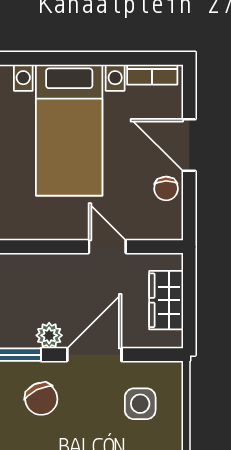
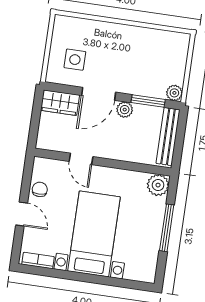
door: (189, 145) -> (22, 214), width x0.73
wardrobe: (166, 300) -> (60, 103), moved, turned 90
chair: (41, 399) -> (135, 71), removed

